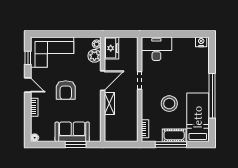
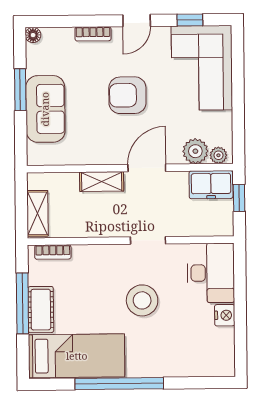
window: (118, 34) -> (239, 198), added
nightstand: (201, 42) -> (225, 315), moved
door: (103, 81) -> (147, 168), swing flipped
stool: (169, 104) -> (142, 300), moved
shelving: (125, 136) -> (38, 213), added
window: (76, 144) -> (20, 90), moved

